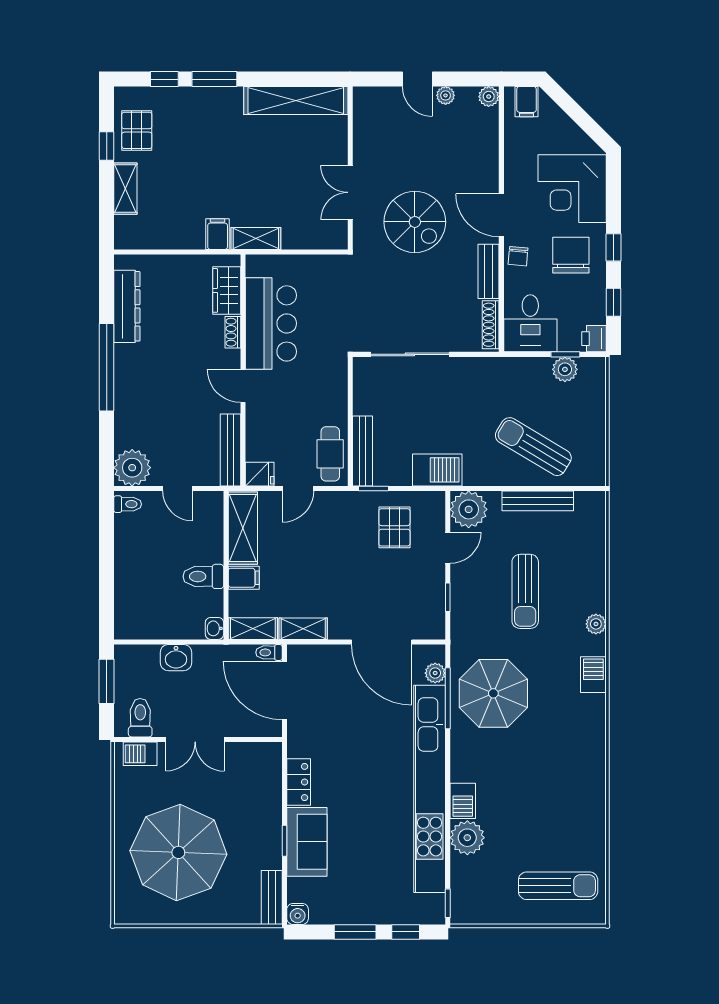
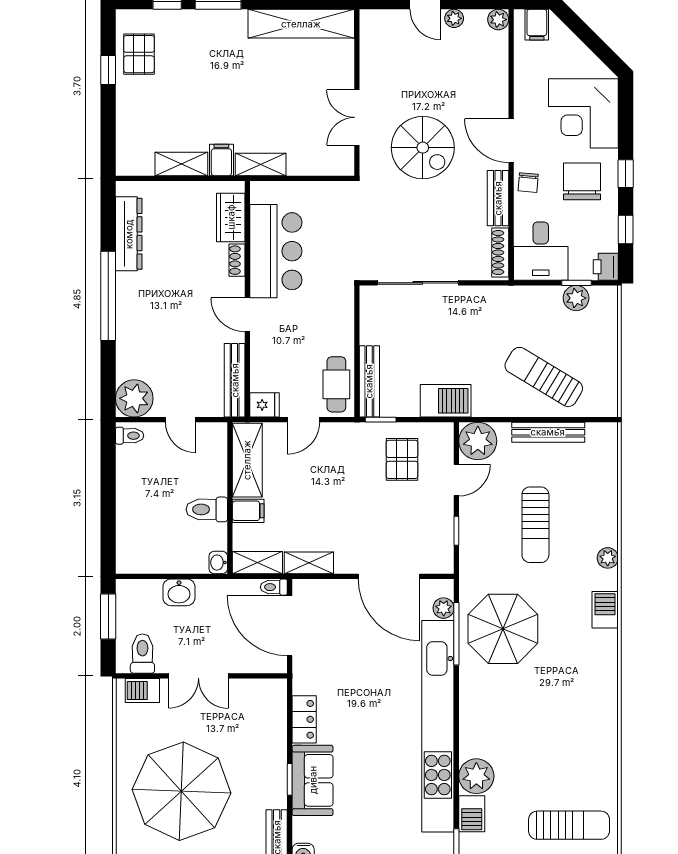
shelving: (125, 189) -> (181, 164), moved, turned 90
barbecue: (463, 801) -> (472, 814), moved

